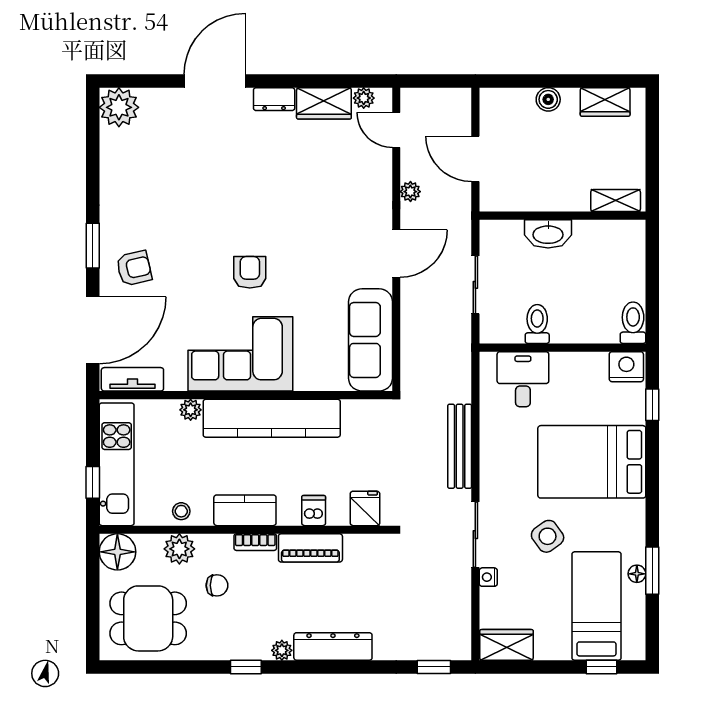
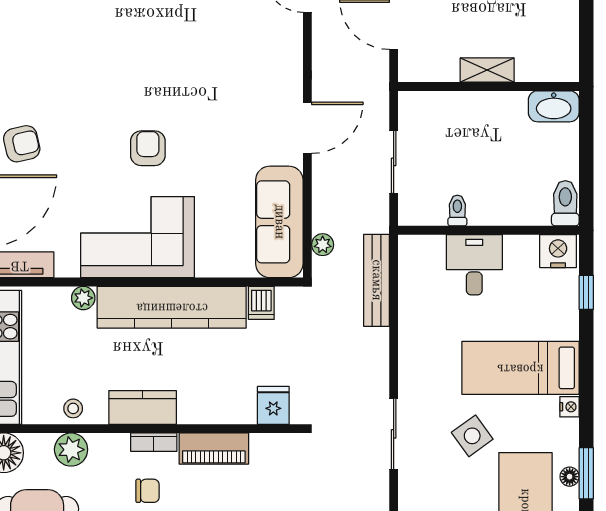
plant: (410, 192) -> (323, 245), moved
shelving: (616, 201) -> (487, 70), moved
washbasin: (548, 234) -> (554, 106), moved
toilet: (537, 324) -> (457, 210), width x0.73, depth x0.72
desk: (523, 379) -> (474, 265), moved
bench: (460, 446) -> (376, 280), moved
bed: (592, 462) -> (520, 368), width x0.67
dishwasher: (314, 511) -> (261, 303), moved, turned 180
nightstand: (488, 577) -> (569, 407), moved, turned 180
chair: (217, 585) -> (148, 491), moved

